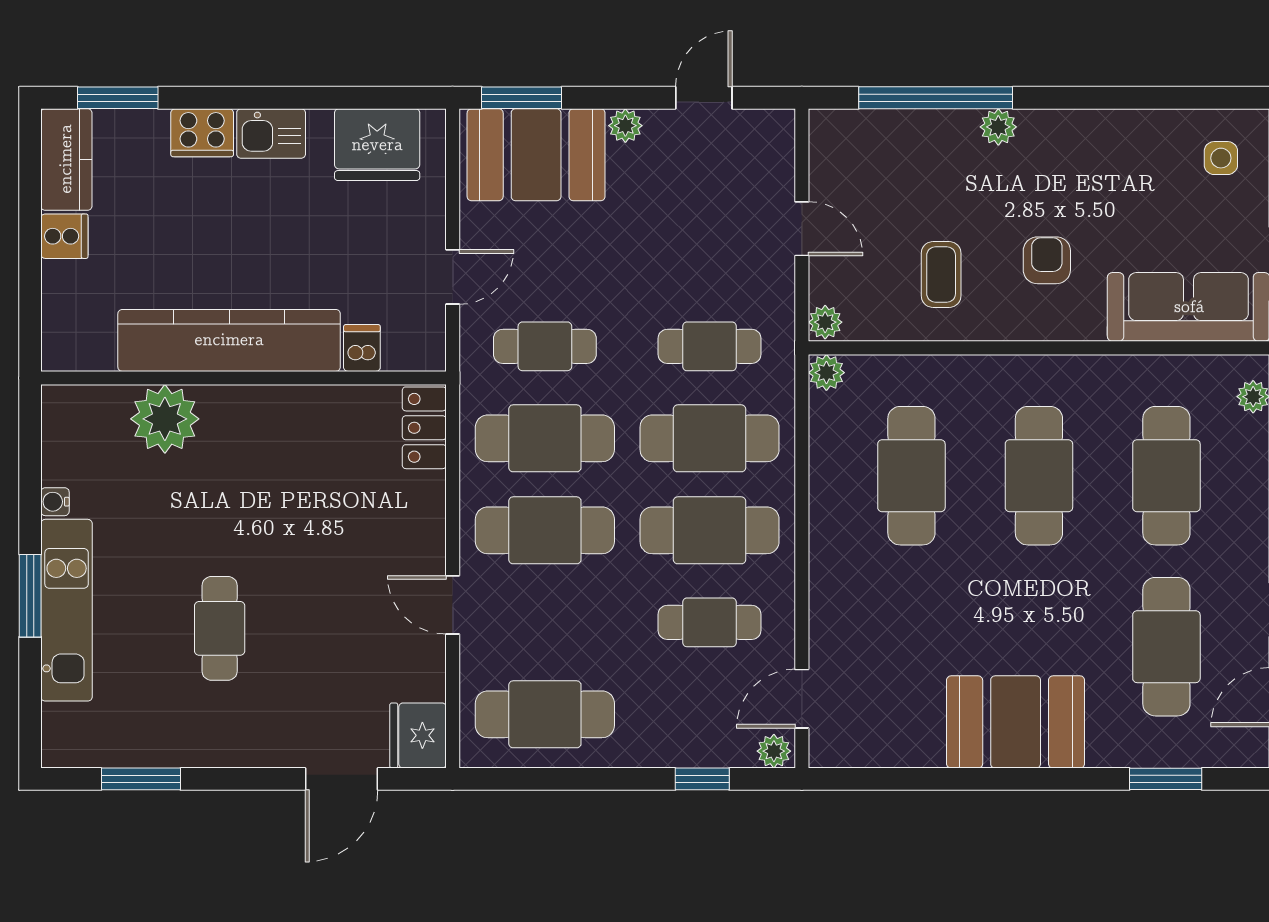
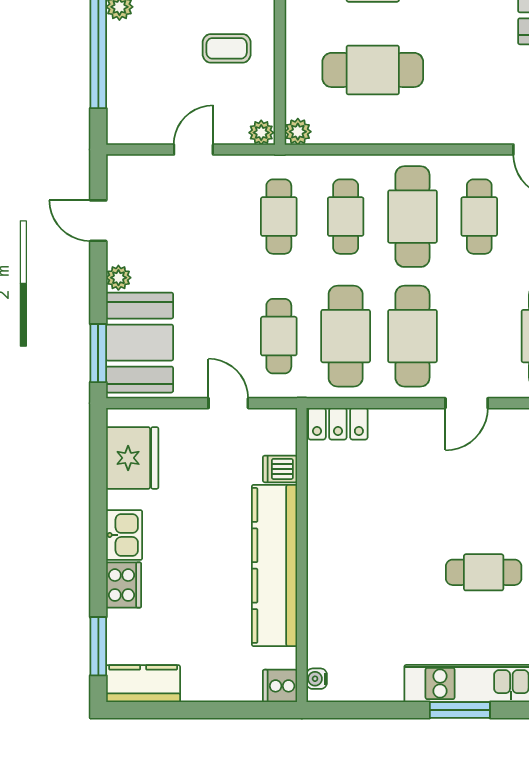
cooker: (64, 236) -> (280, 686), moved, turned -90
plant: (165, 419) -> (331, 612), removed
cafe table: (710, 438) -> (346, 217), width x0.73, depth x0.74
water cooler: (55, 502) -> (317, 679), moved, turned 90

